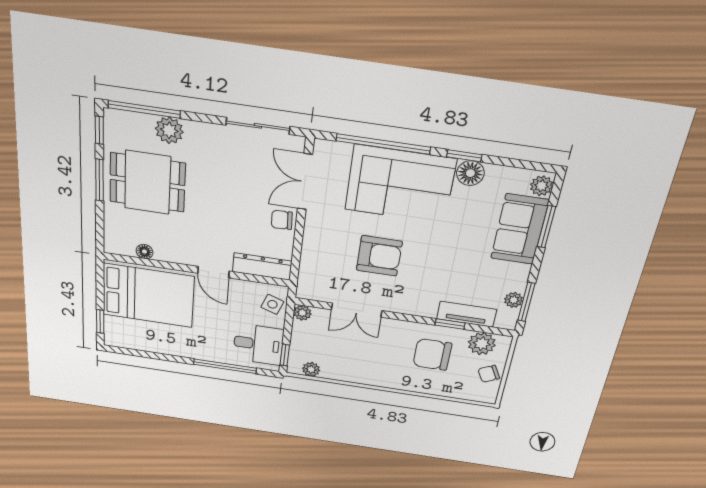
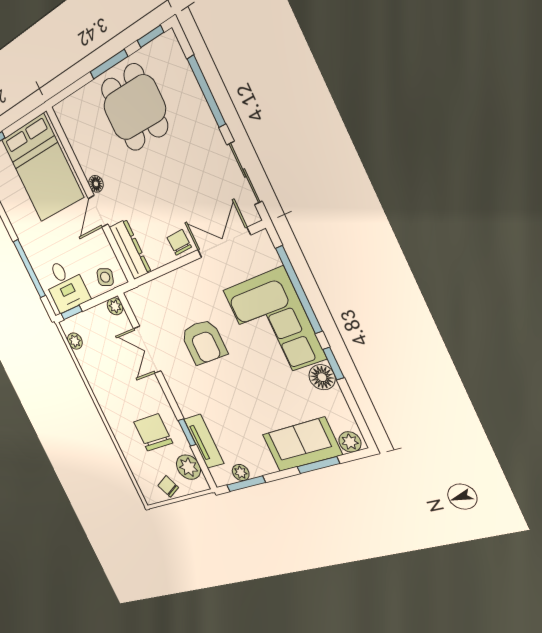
window: (144, 109) -> (206, 91), moved
plant: (169, 130) -> (191, 98), removed
floor lamp: (145, 252) -> (96, 184), moved

